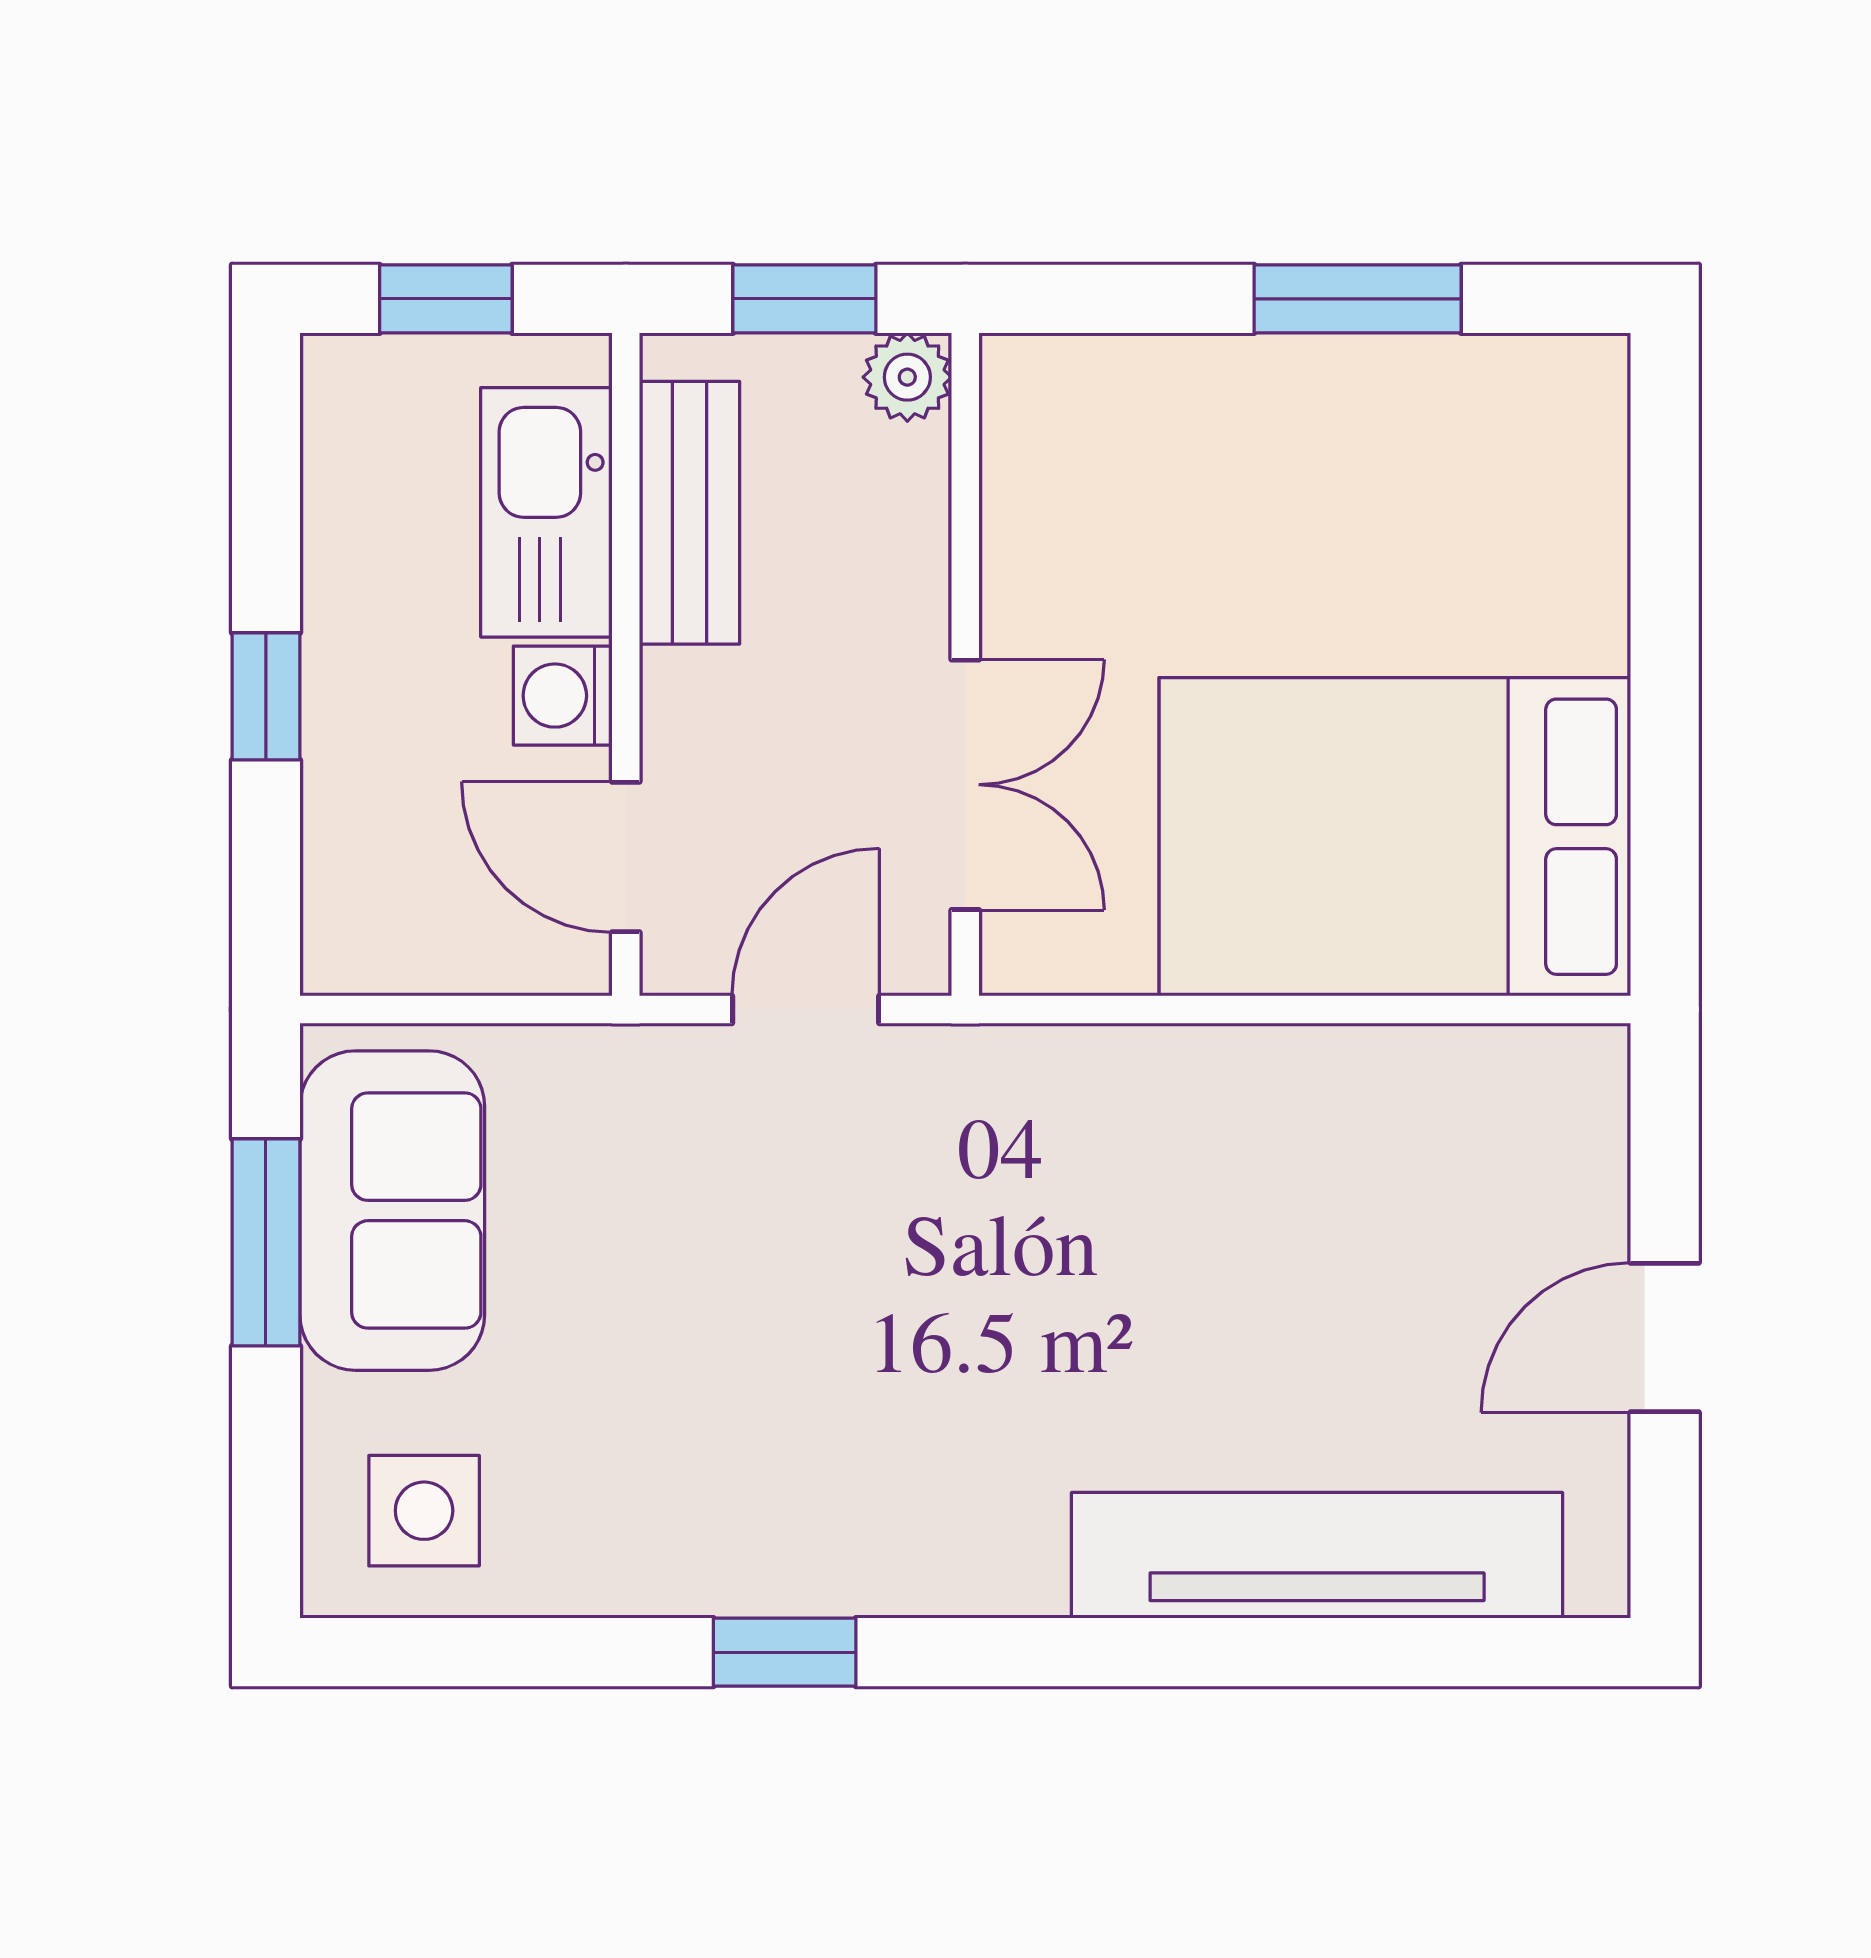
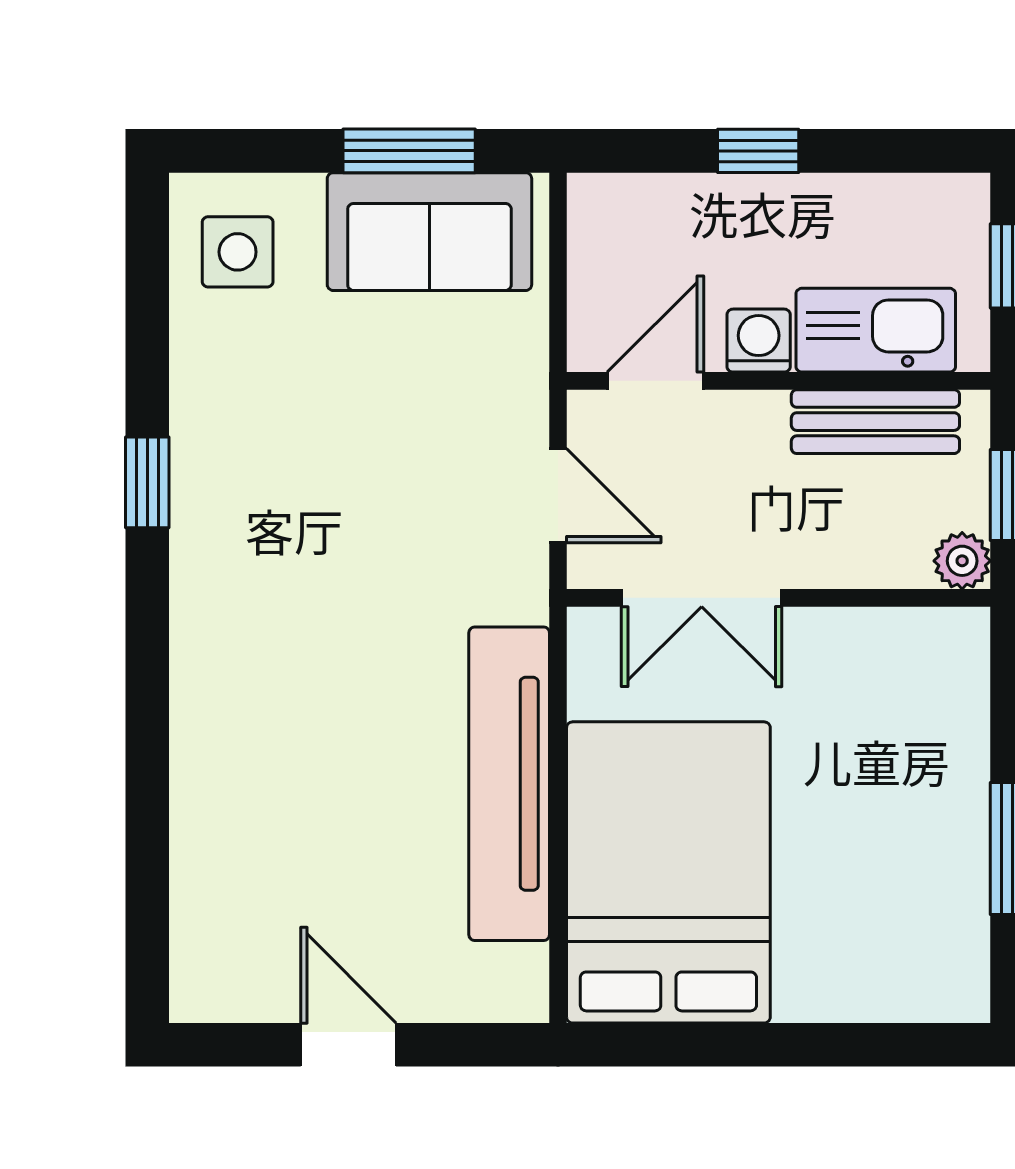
tv unit: (1317, 1555) -> (509, 784), moved, turned 180

